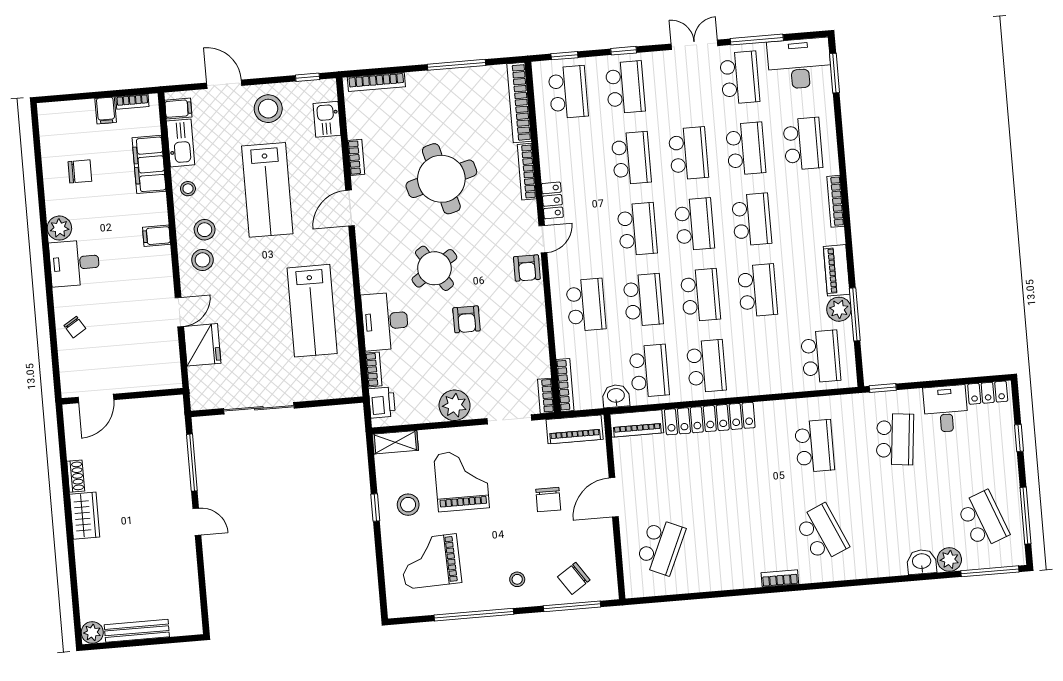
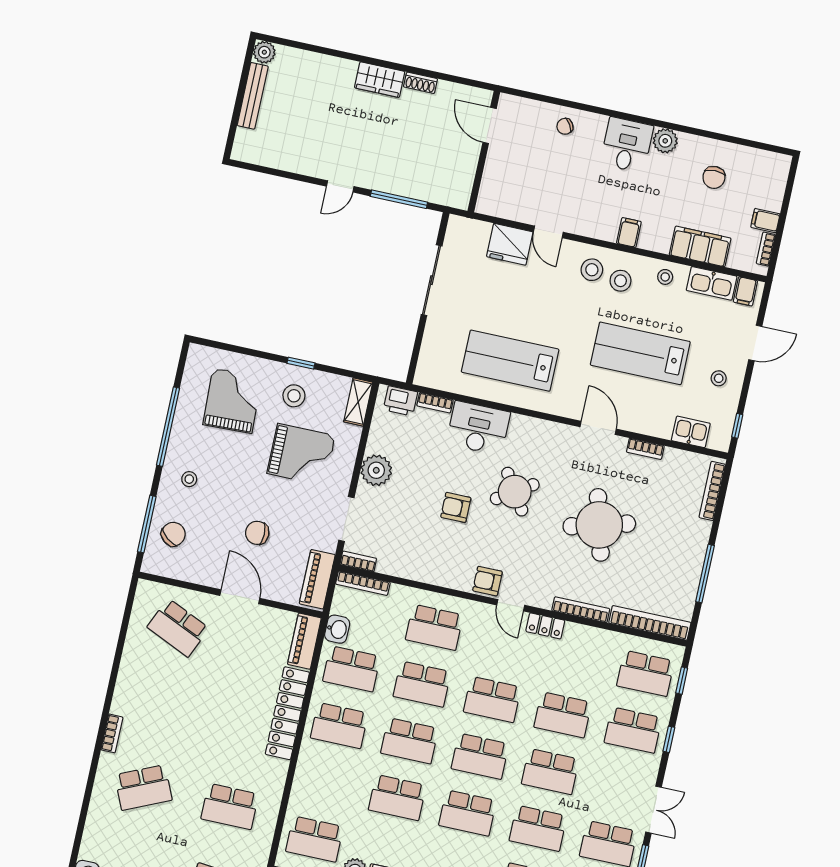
stool: (268, 109) -> (719, 378), width x0.53, depth x0.53
chair: (574, 578) -> (173, 534), turned 72

